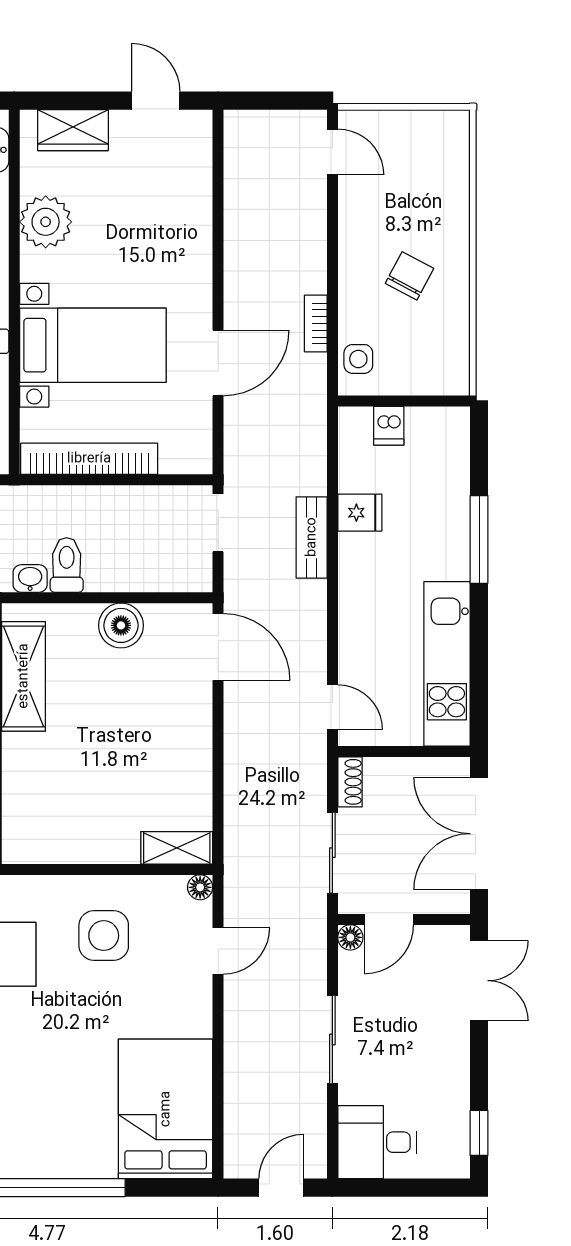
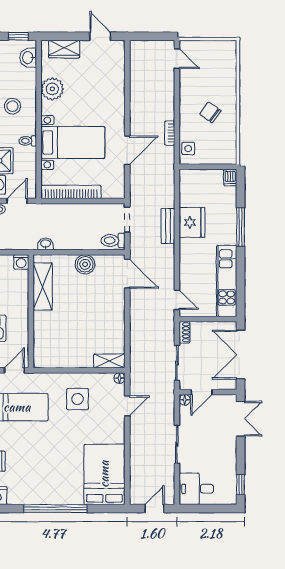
chair: (409, 276) -> (210, 112), turned -82
dishwasher: (389, 426) -> (230, 178), moved
fridge: (360, 513) -> (192, 222), width x1.88, depth x1.34
toilet: (67, 565) -> (113, 240), moved, turned -90

